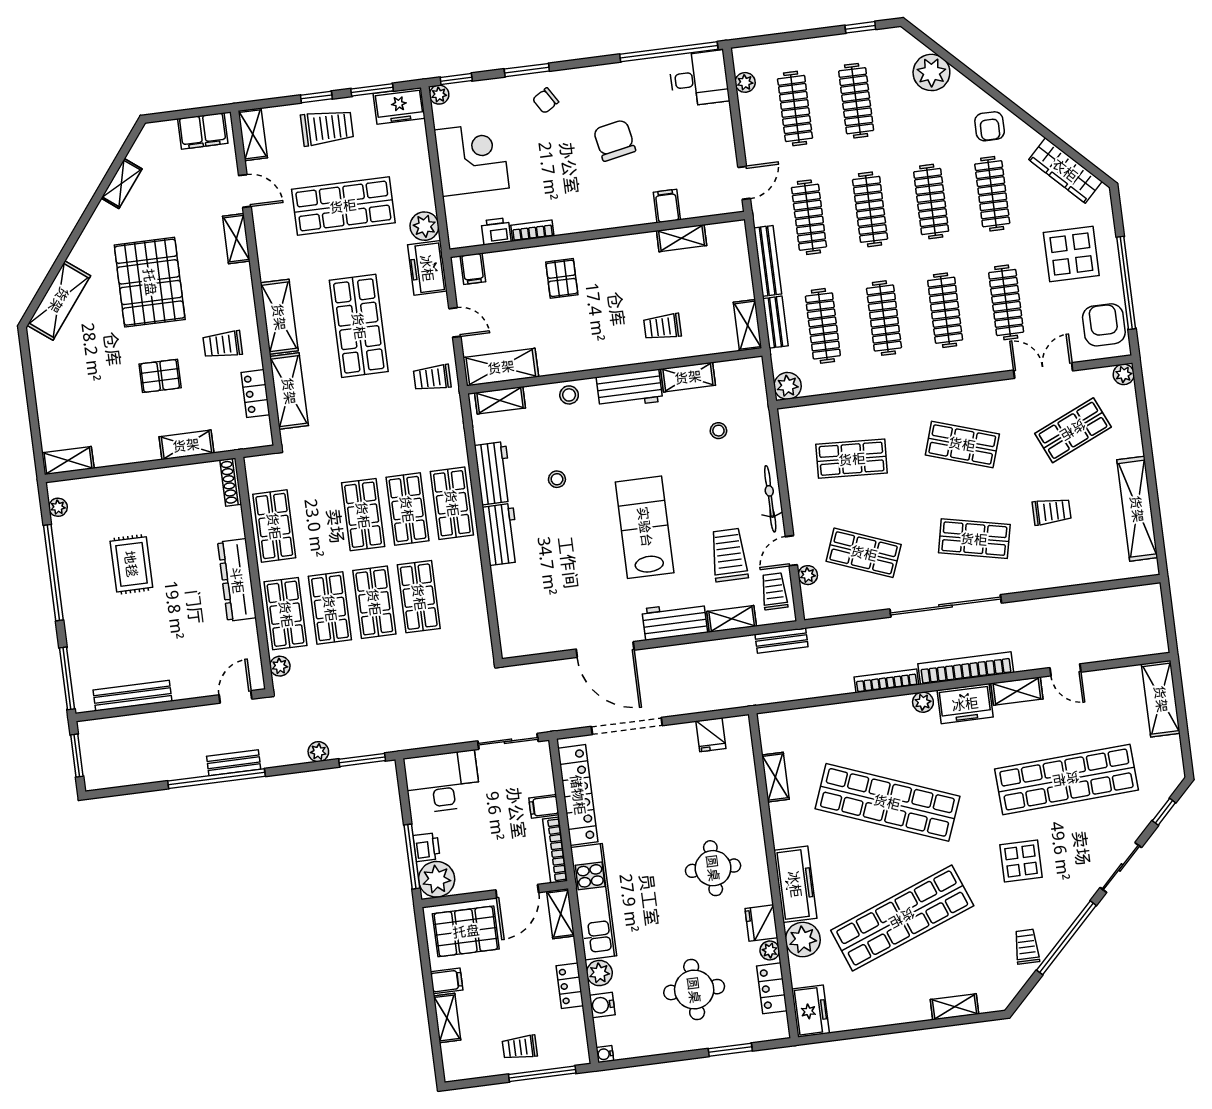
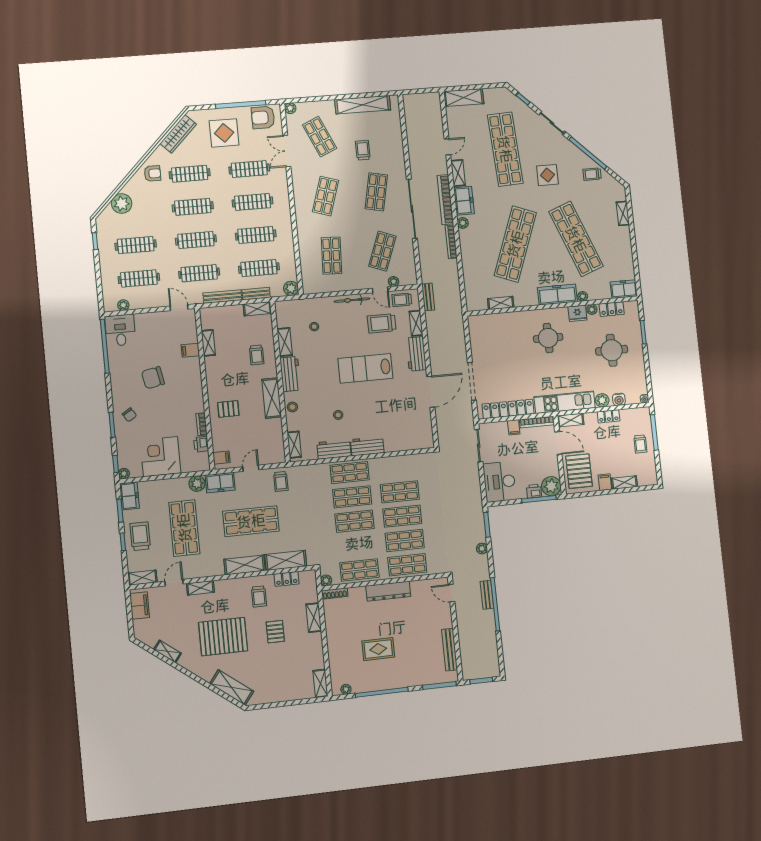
shelving: (501, 367) -> (272, 398), moved
plant: (280, 666) -> (326, 580), moved
fridge: (711, 735) -> (478, 337), removed
plant: (803, 940) -> (583, 296), width x0.53, depth x0.53

